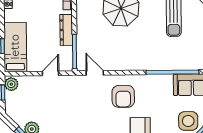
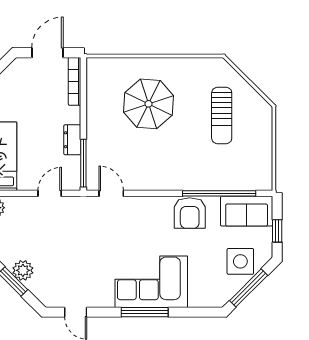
dresser: (66, 30) -> (72, 140), width x0.70
armchair: (123, 96) -> (190, 213), moved

